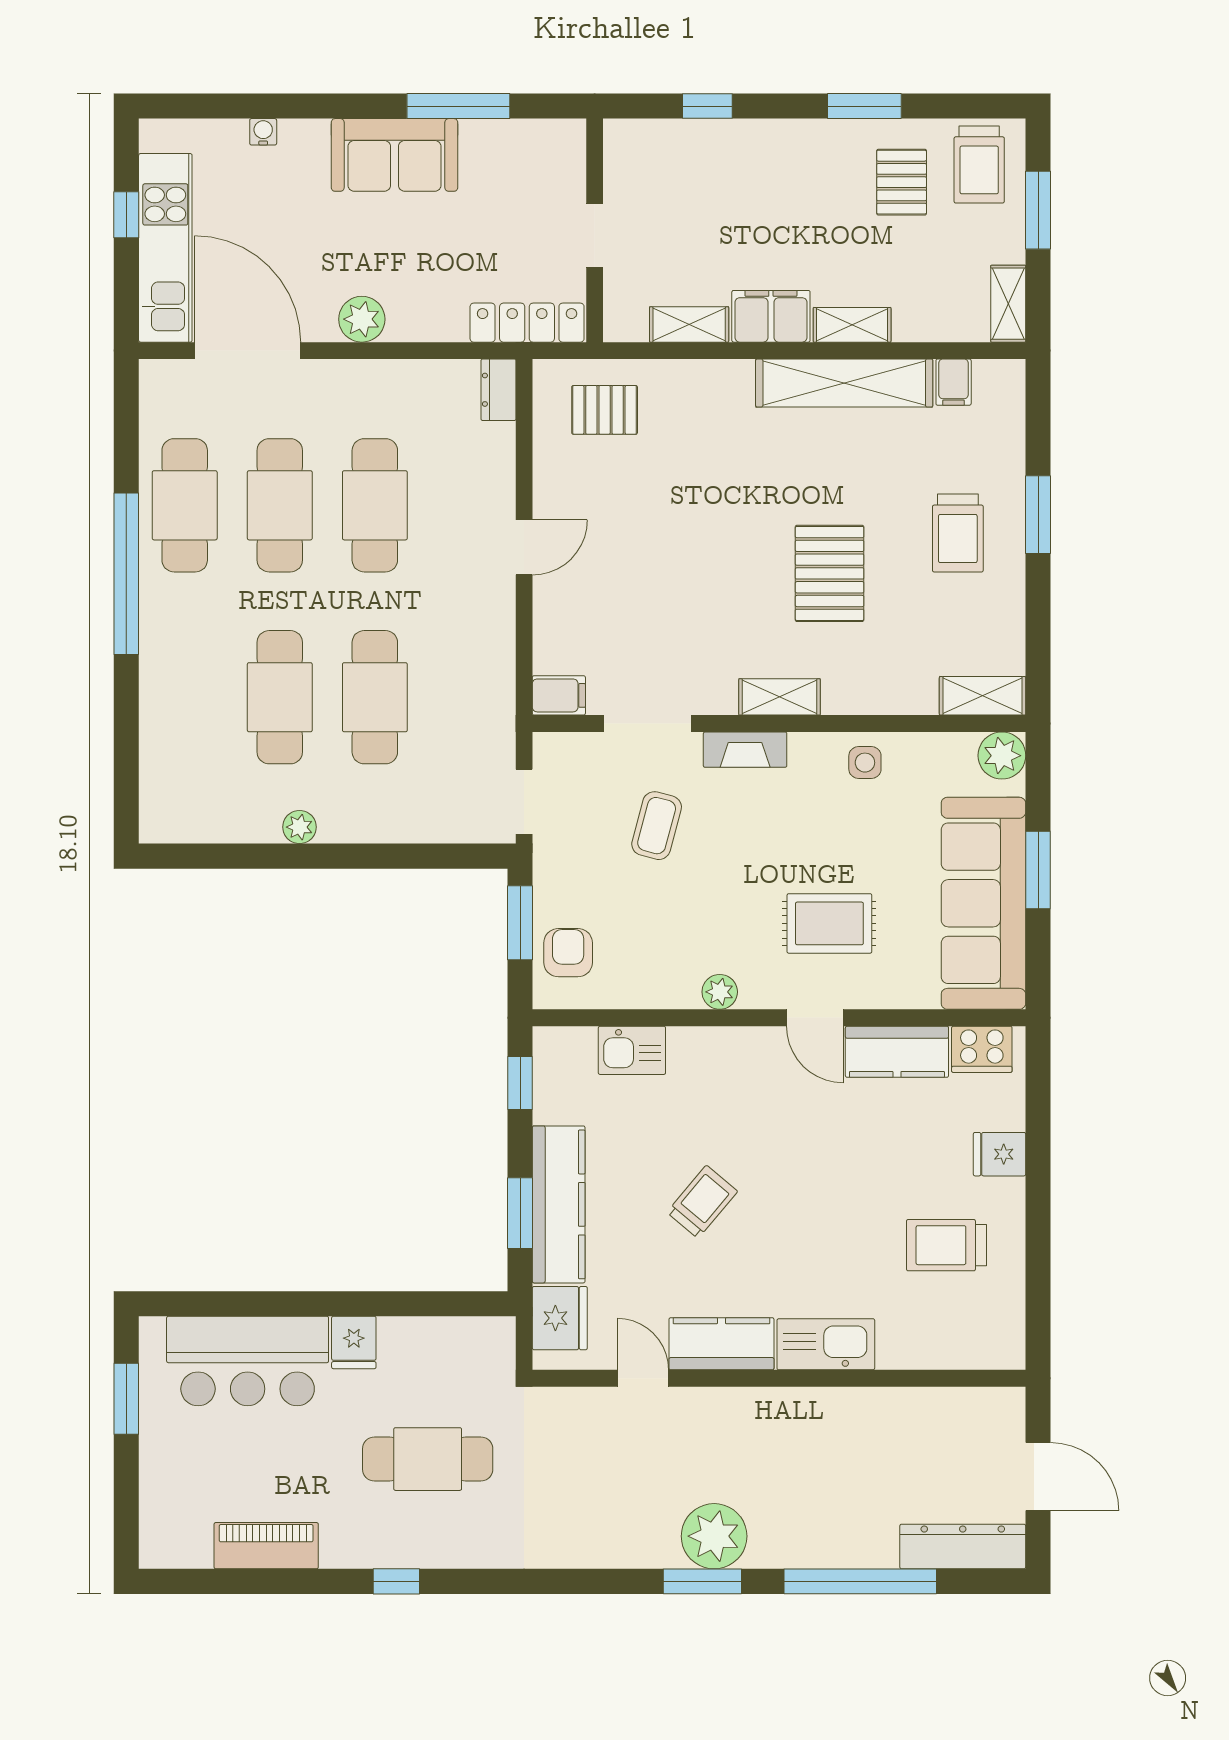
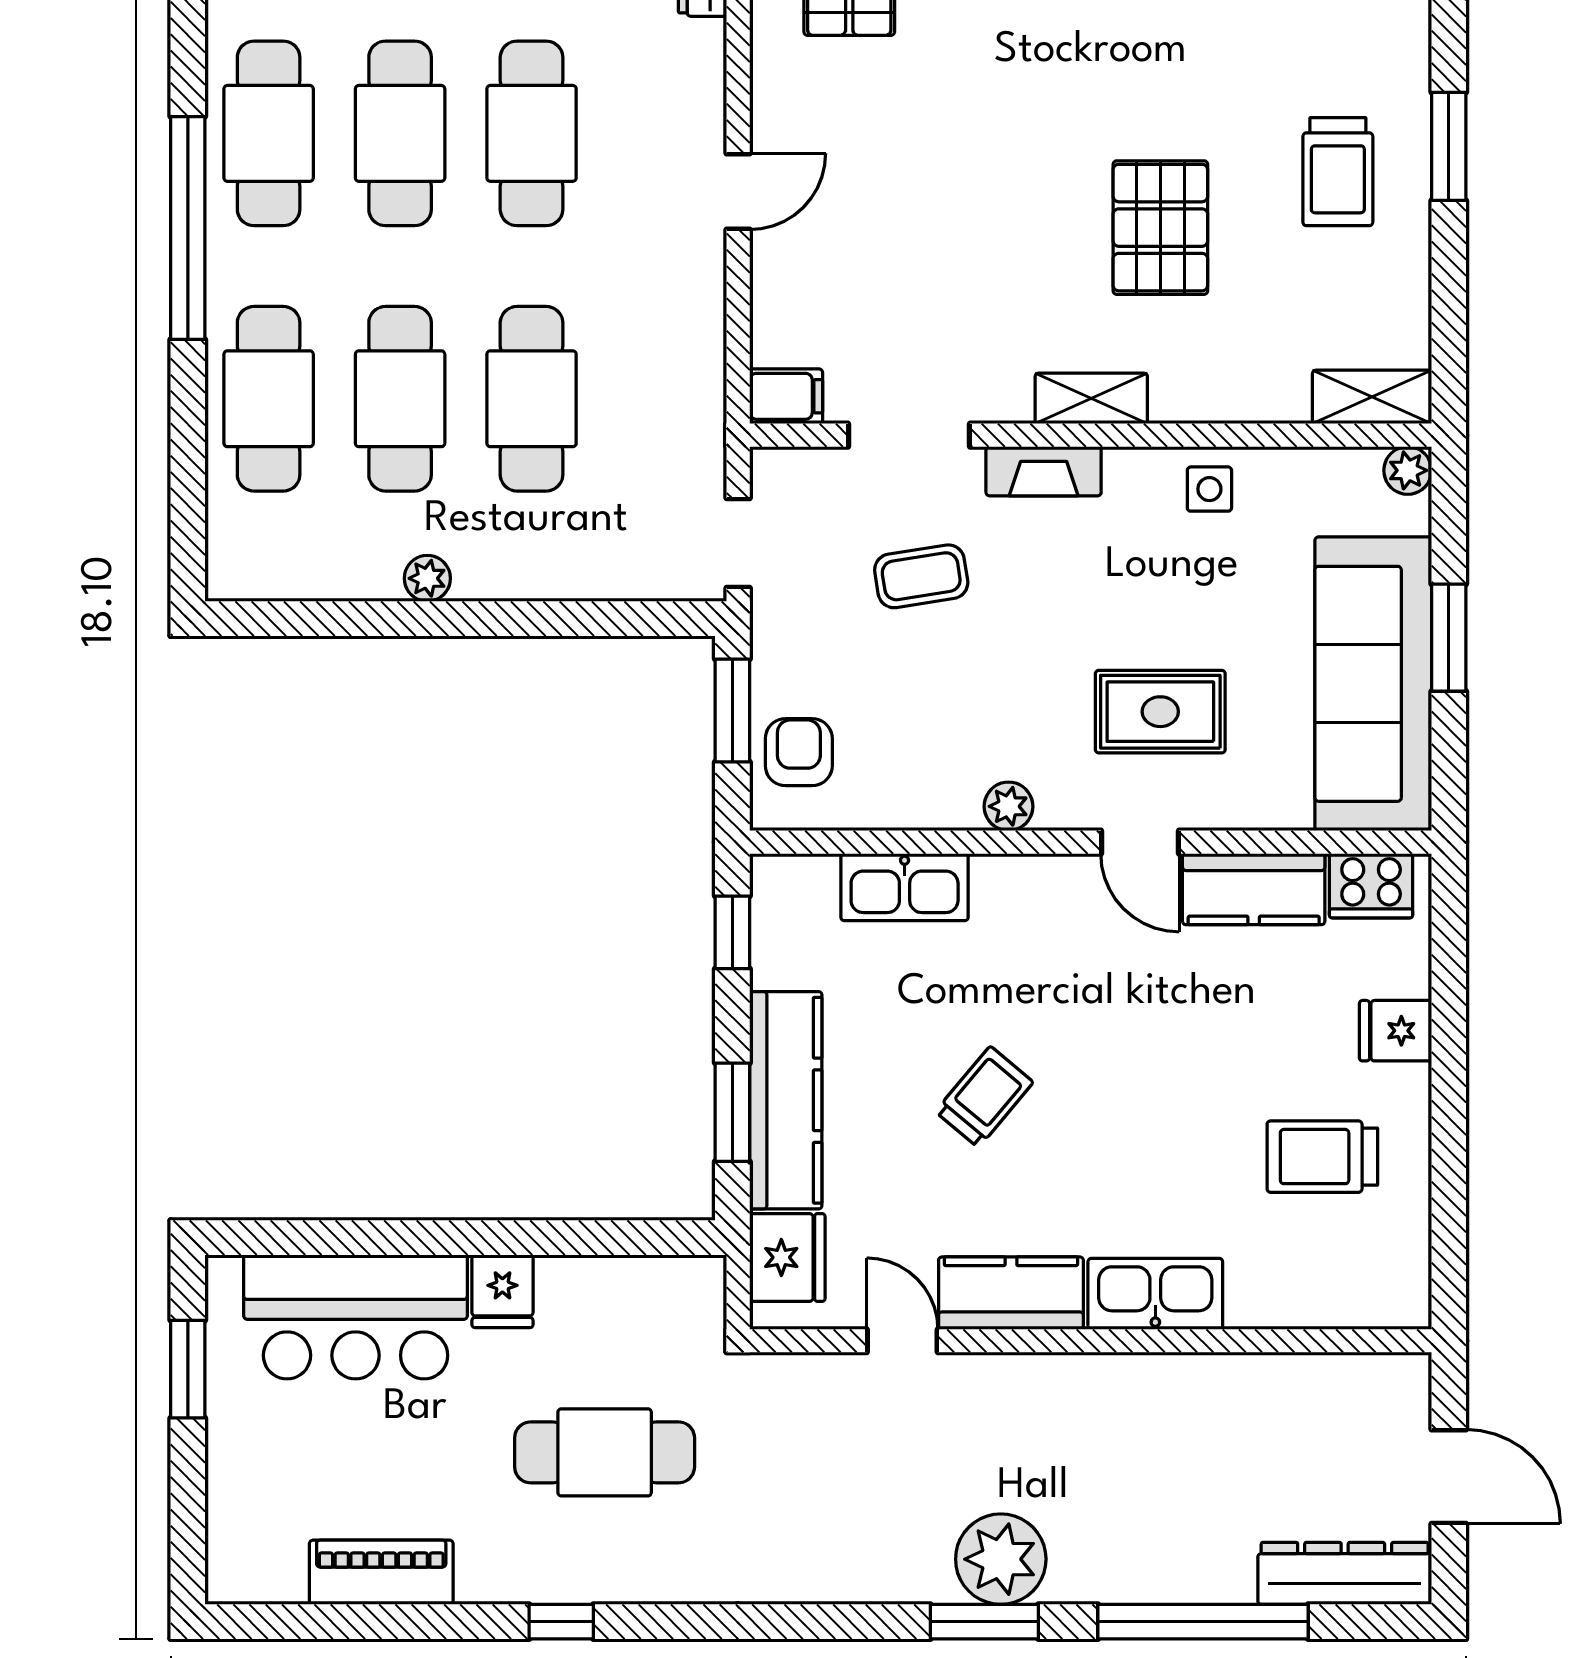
cafe table: (185, 697) -> (269, 399), added
plant: (1002, 756) -> (1408, 470), width x0.73, depth x0.73
coffee table: (657, 826) -> (921, 576), turned 66
kitchen sink: (632, 1050) -> (905, 887), width x1.38

